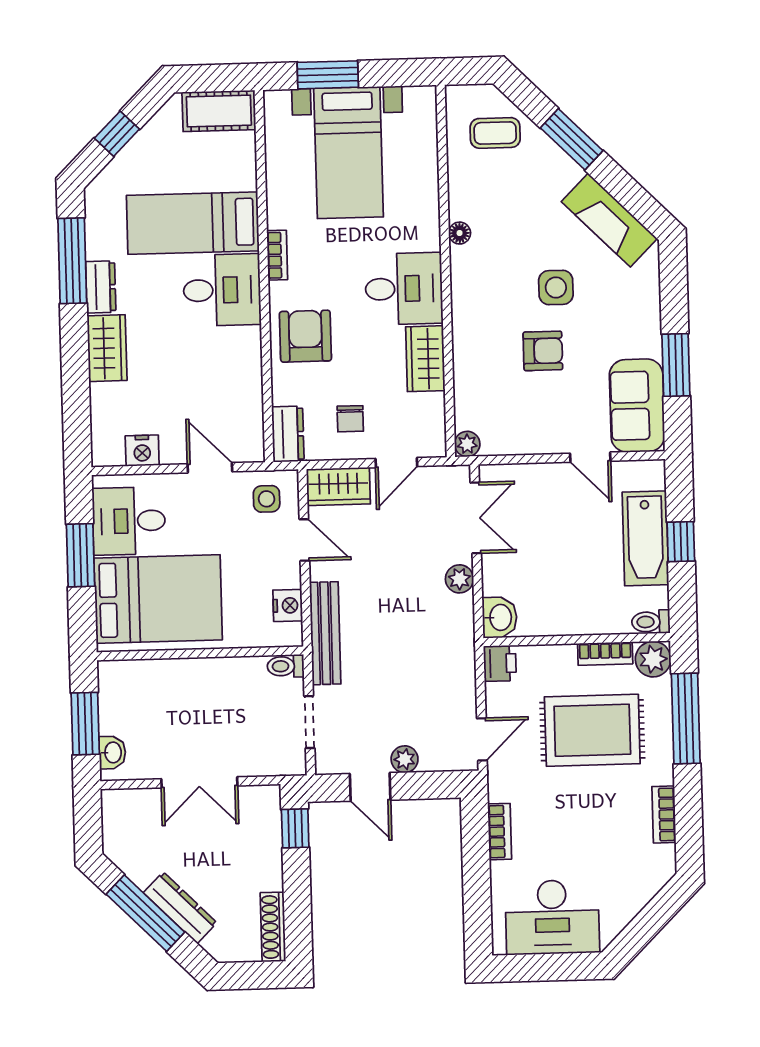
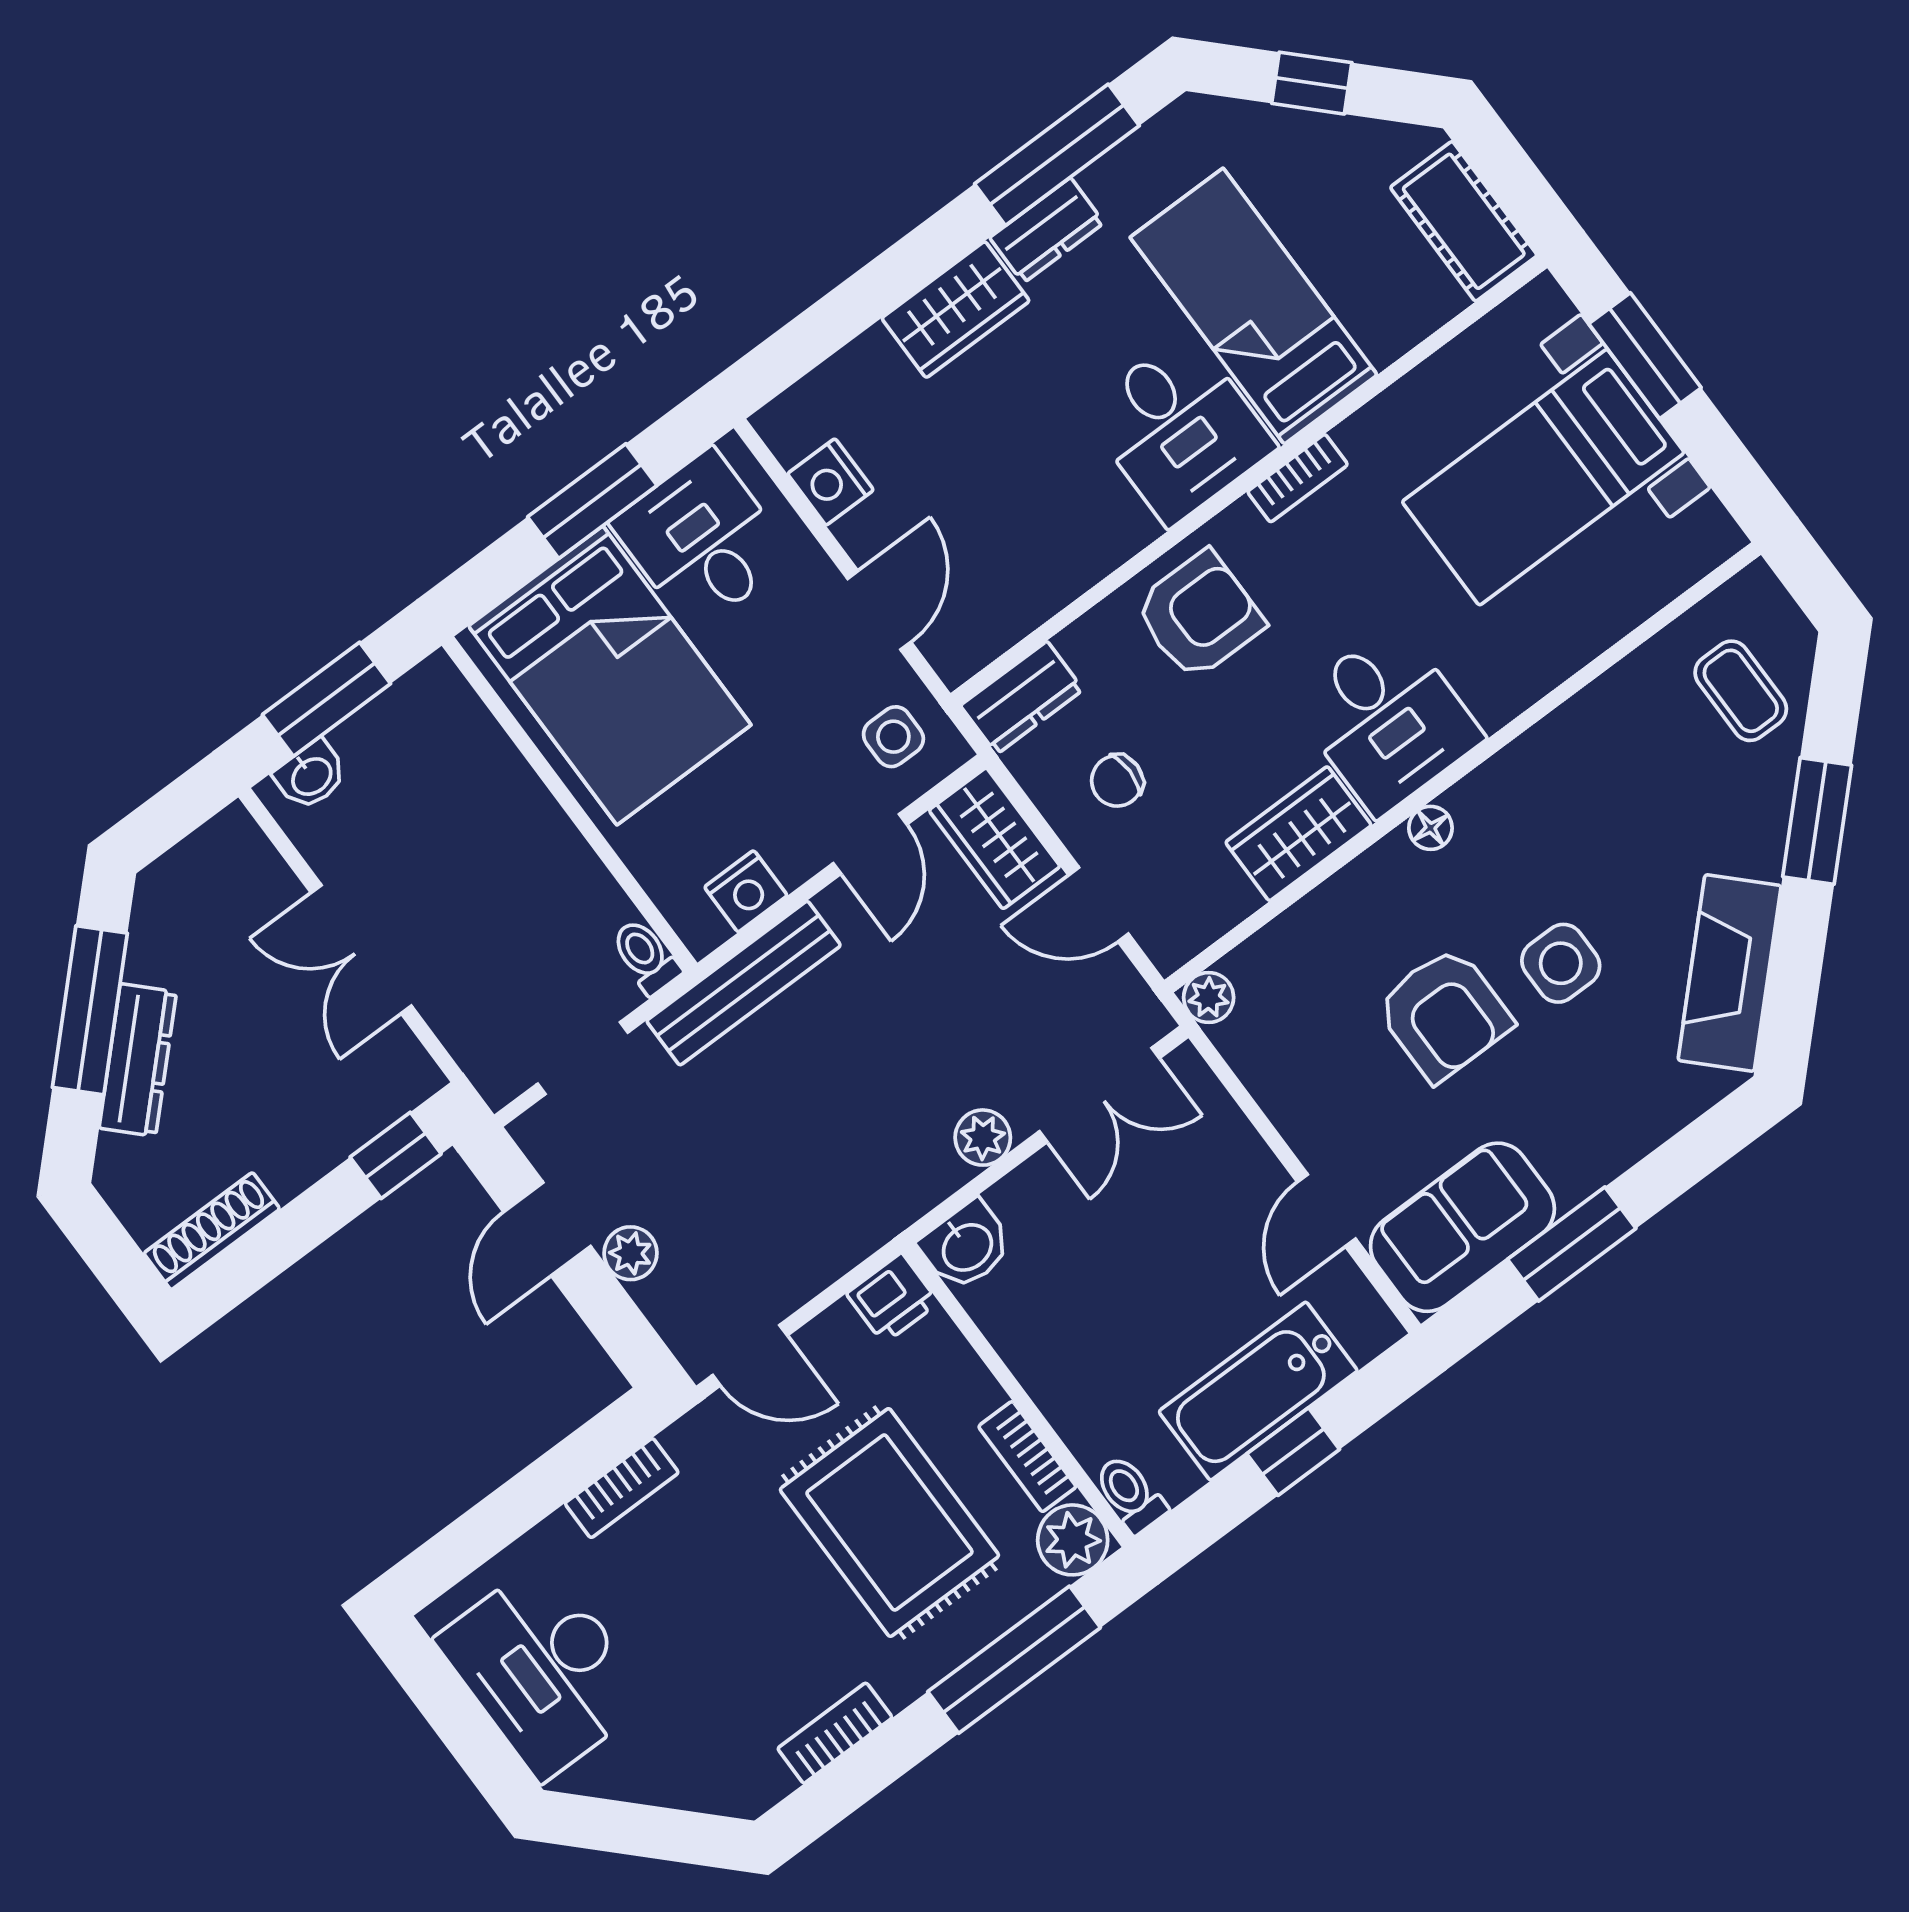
floor lamp: (460, 233) -> (1430, 828), moved
armchair: (543, 351) -> (1444, 1014), width x1.38, depth x1.38

